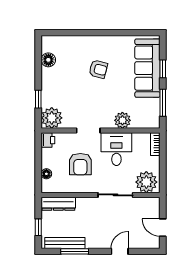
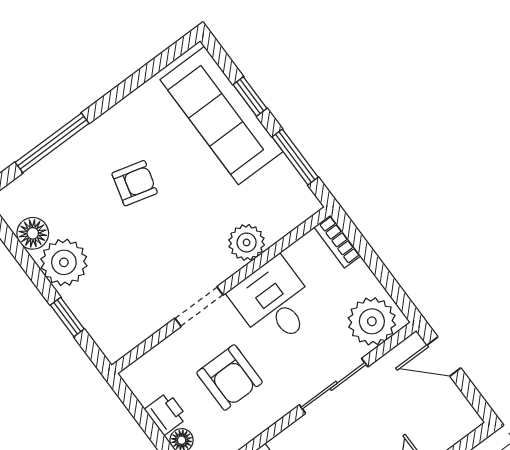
window: (79, 33) -> (52, 143), added
plant: (52, 118) -> (64, 262), moved
printer: (48, 140) -> (166, 414), moved
door: (163, 228) -> (444, 356), moved

